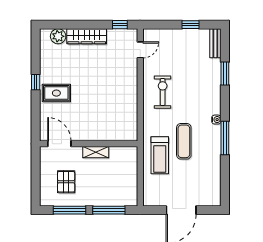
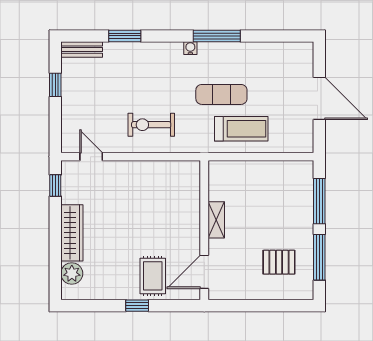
door: (59, 144) -> (204, 272), moved
wall: (89, 144) -> (204, 230), moved
shelving: (96, 152) -> (216, 220), moved

